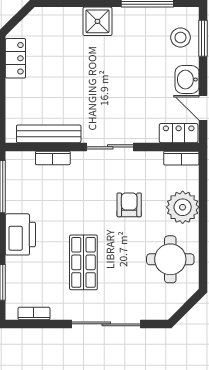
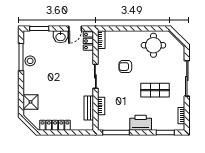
shower: (97, 21) -> (31, 102), moved
stool: (181, 37) -> (30, 61), moved
locker: (15, 58) -> (55, 125), width x1.53
bench: (49, 134) -> (89, 108), width x0.73
plant: (183, 207) -> (127, 39), removed

